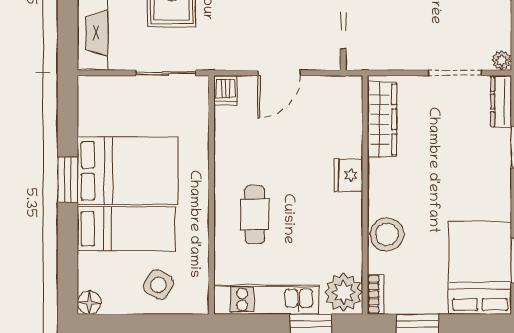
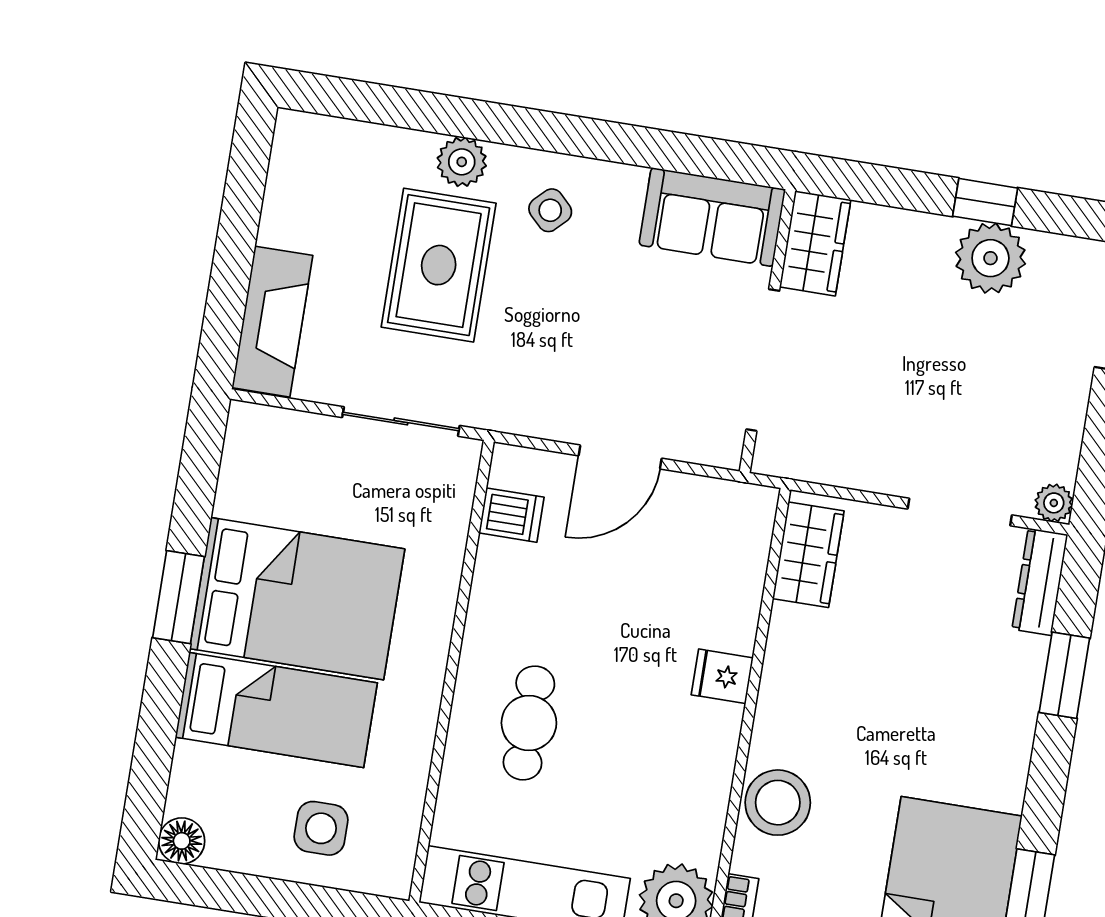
dishwasher: (226, 90) -> (511, 515), moved, turned -90
wardrobe: (382, 119) -> (808, 555), width x0.67
fridge: (348, 175) -> (722, 676), width x0.72
side table: (158, 285) -> (321, 828), turned -31

